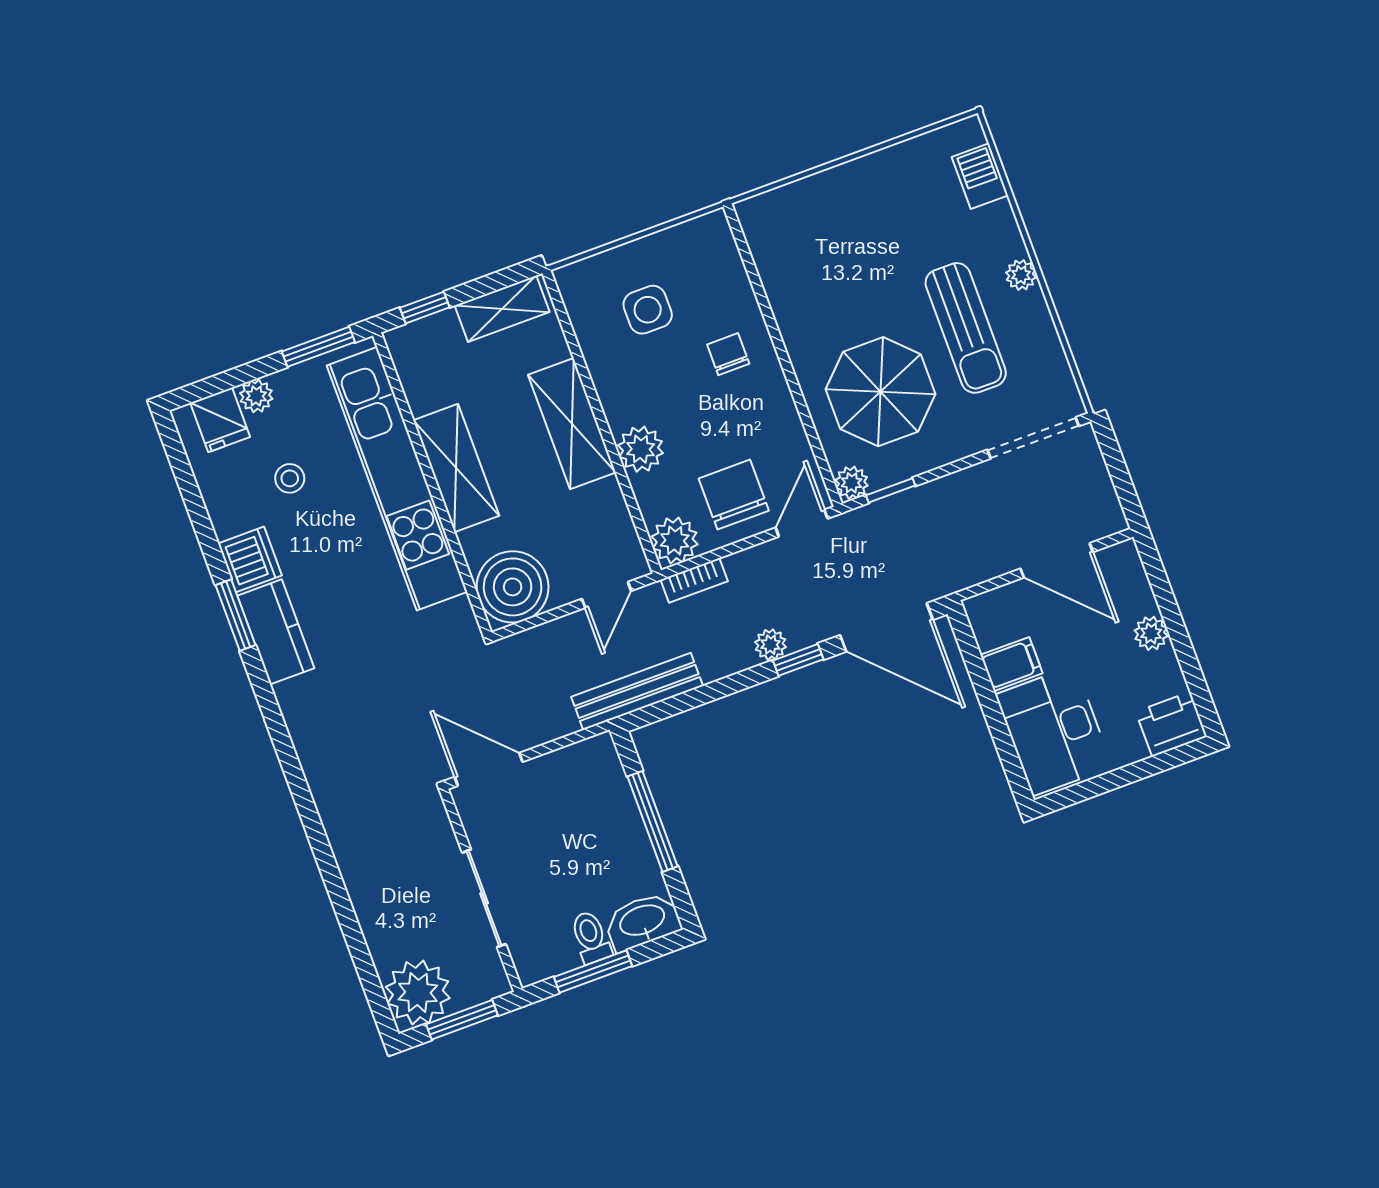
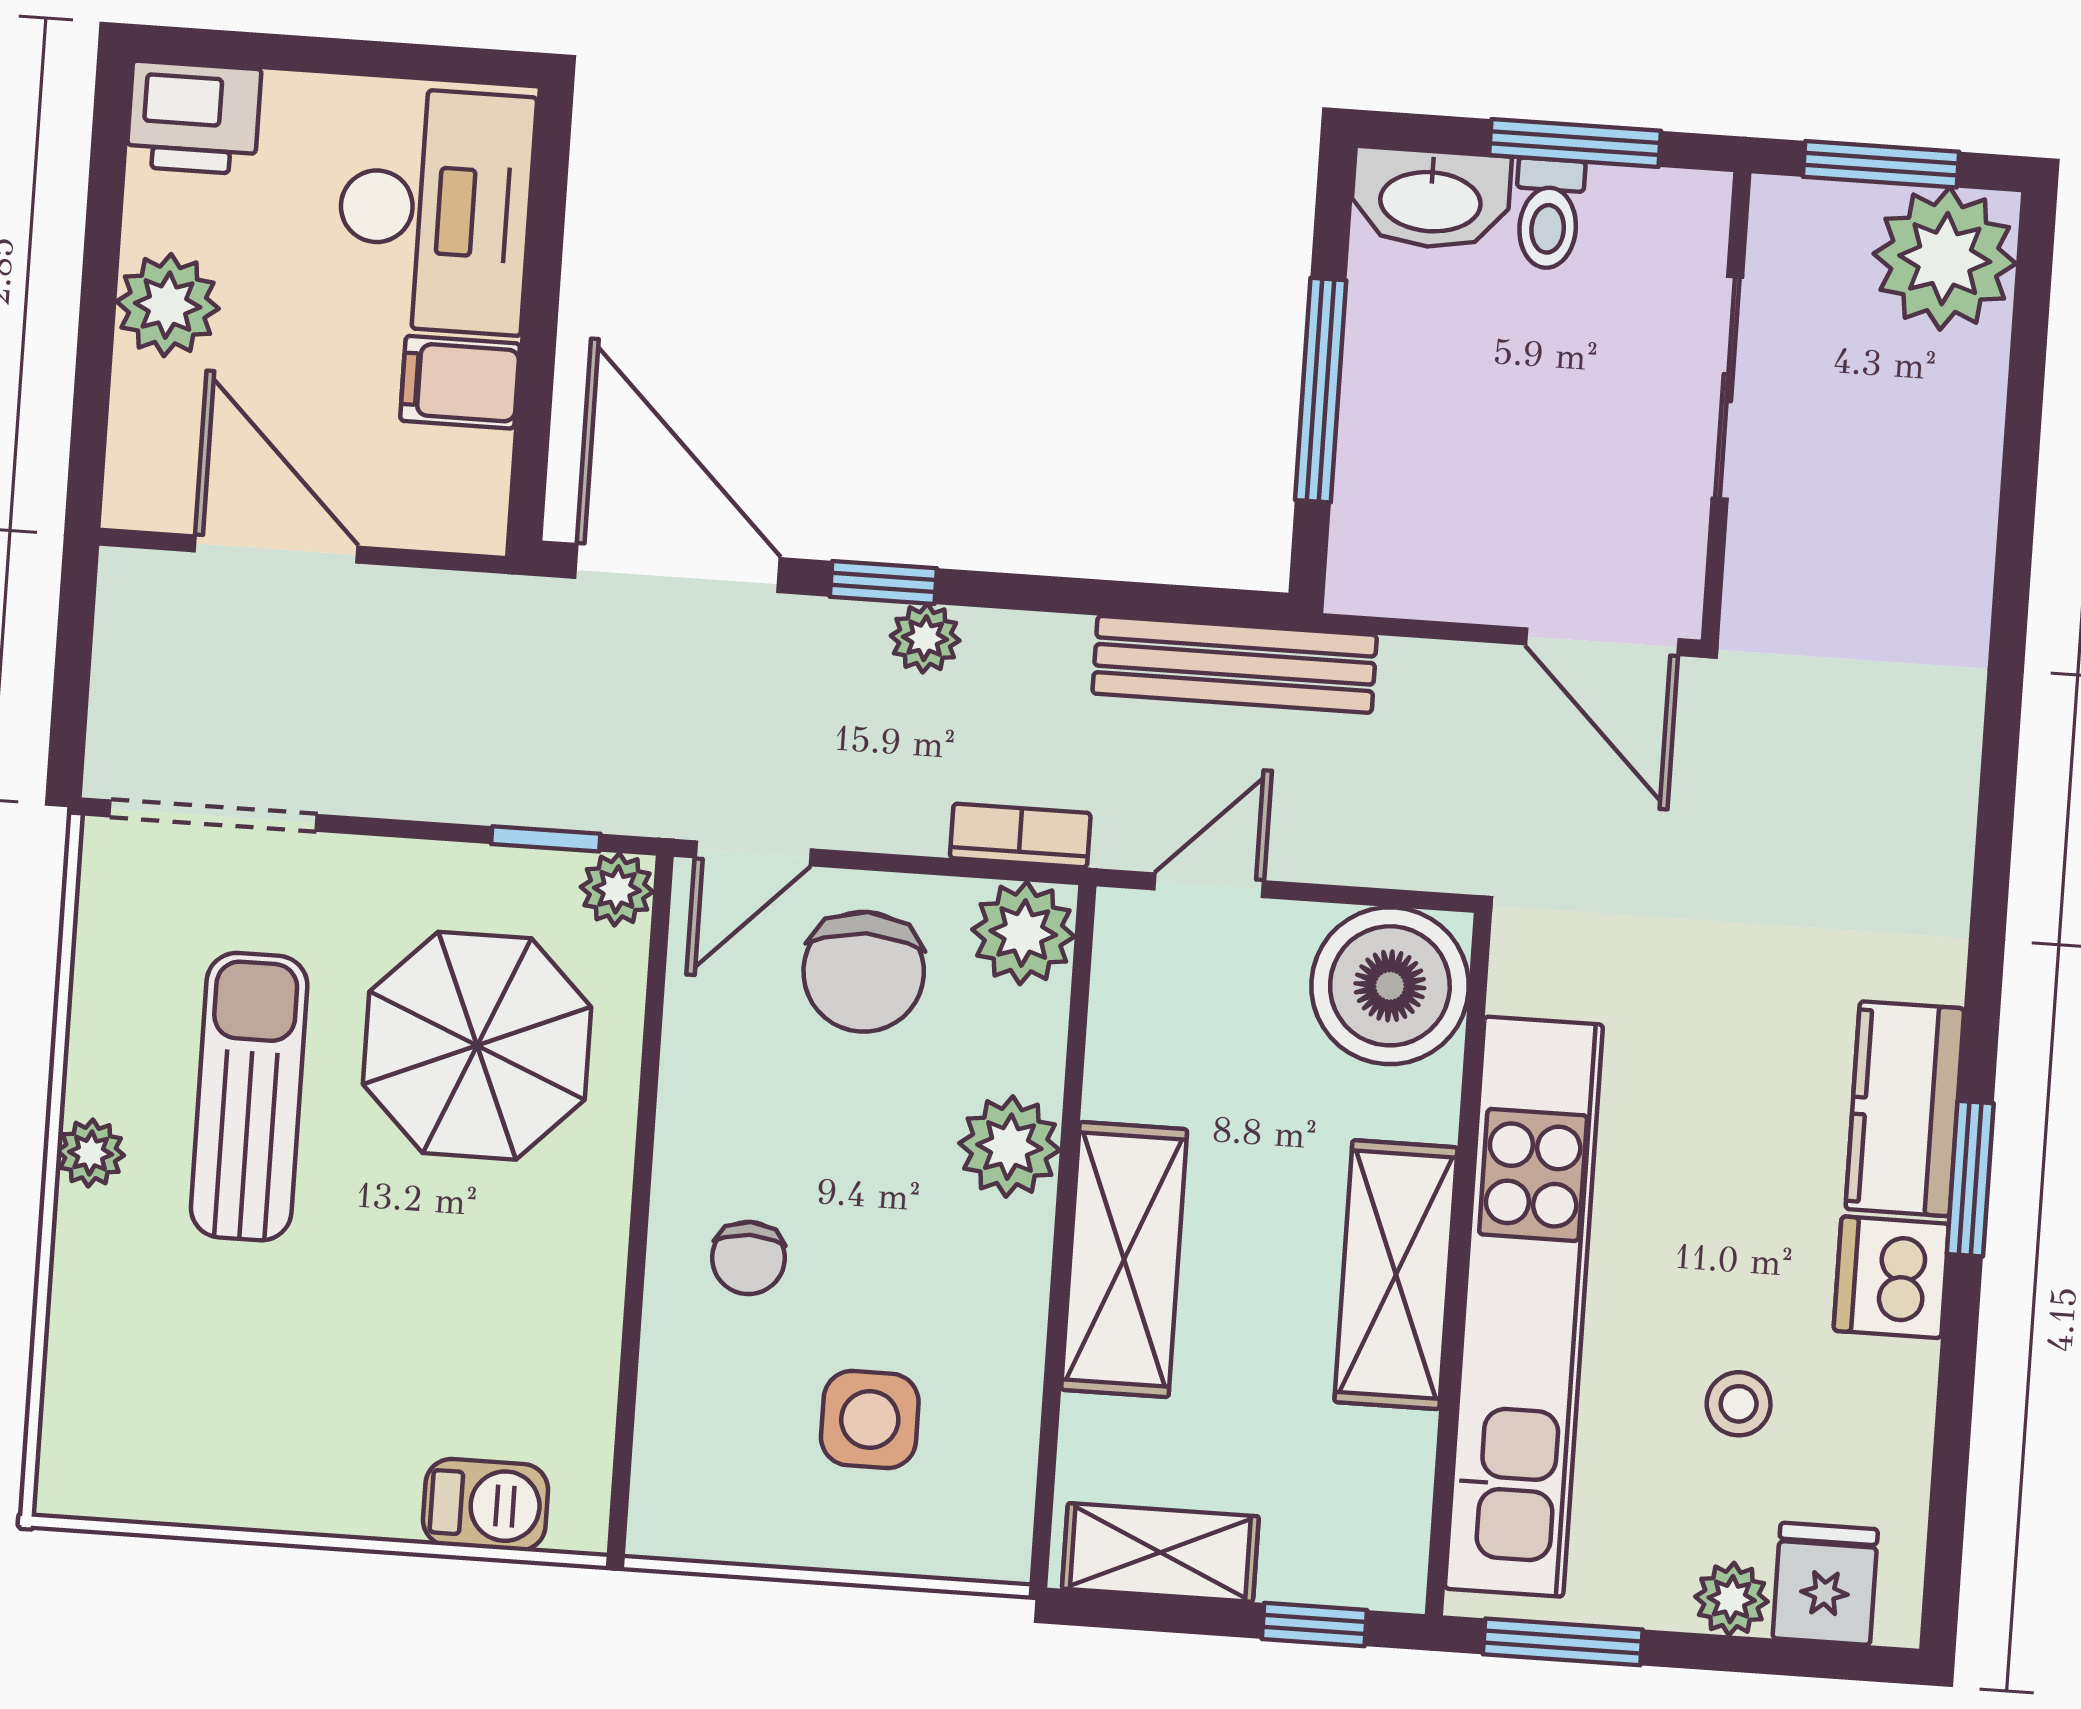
barbecue: (980, 176) -> (485, 1505), moved, turned -90
plant: (1151, 633) -> (168, 305), width x1.38, depth x1.38

